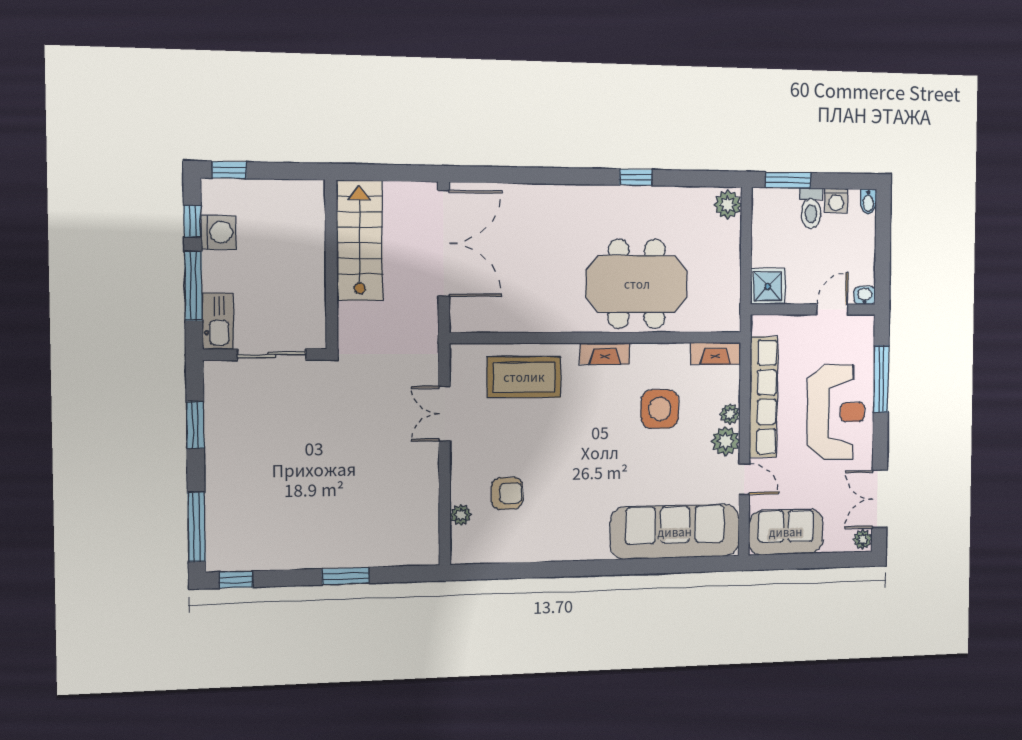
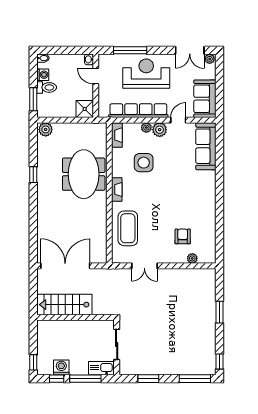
sofa: (675, 532) -> (206, 146), width x0.74, depth x0.79

